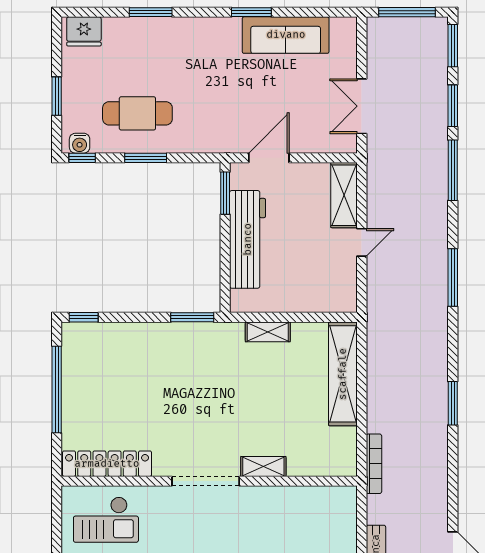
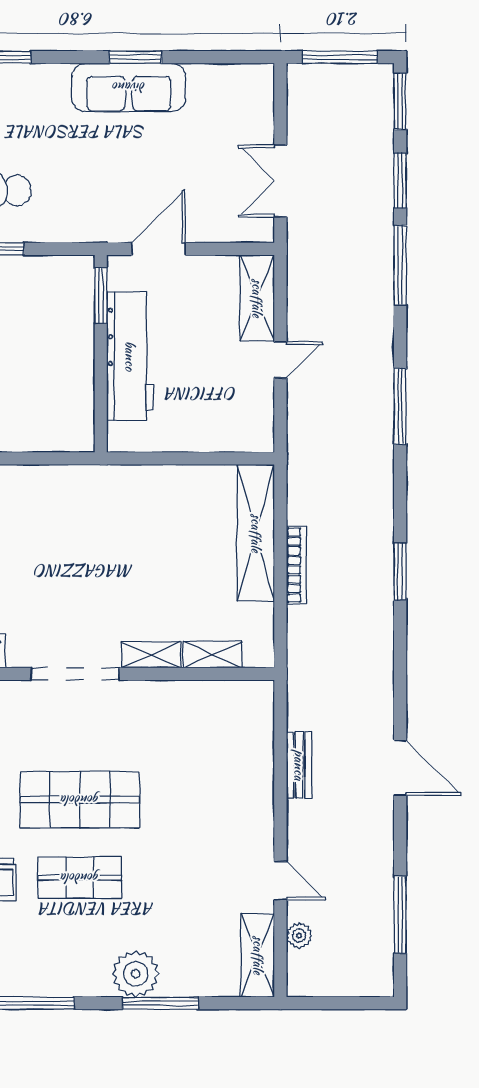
sofa: (286, 35) -> (129, 87), moved
window: (192, 317) -> (58, 458), removed
shelving: (268, 332) -> (212, 655), moved
bookcase: (374, 464) -> (296, 565), moved

